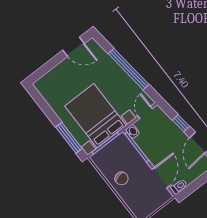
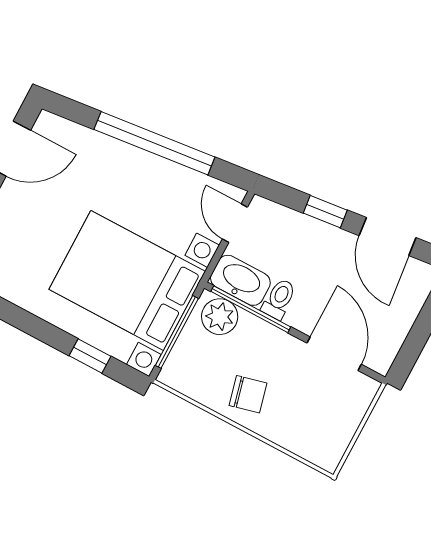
washbasin: (133, 132) -> (240, 280), width x1.91, depth x1.45
window: (69, 138) -> (90, 356), width x0.46
plant: (124, 145) -> (220, 317), added
toilet: (179, 187) -> (279, 299), moved

